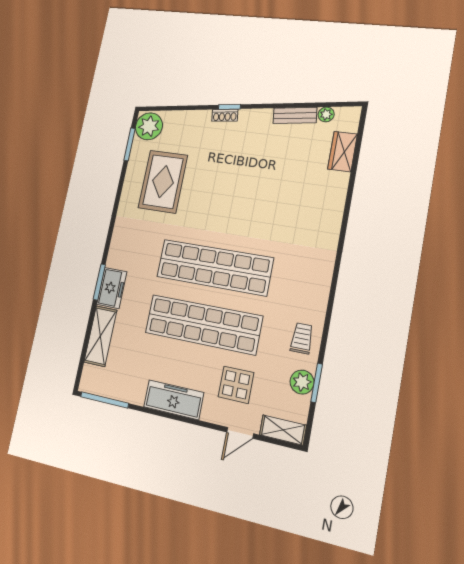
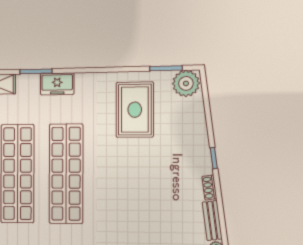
shoe rack: (225, 115) -> (209, 187), moved
rug: (163, 182) -> (135, 110), turned 90
freezer: (112, 288) -> (57, 84), moved

